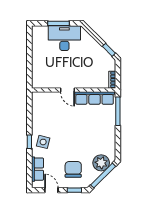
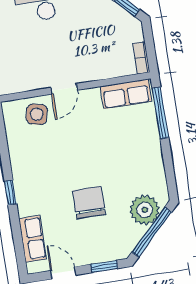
door: (68, 90) -> (64, 89), hinge flipped
row of seats: (95, 98) -> (126, 94), width x0.68
side table: (43, 142) -> (37, 114), moved
chair: (73, 169) -> (89, 203), moved

